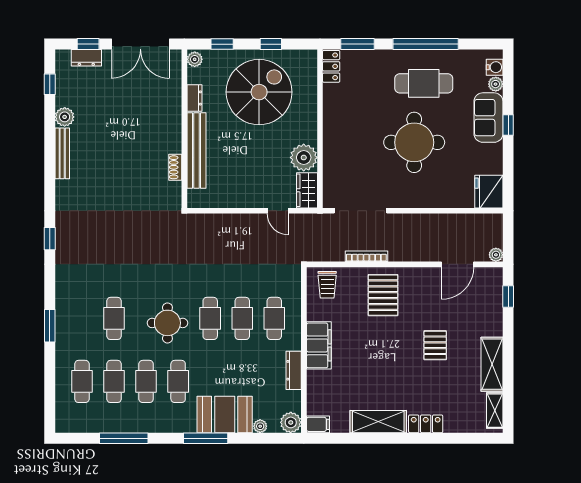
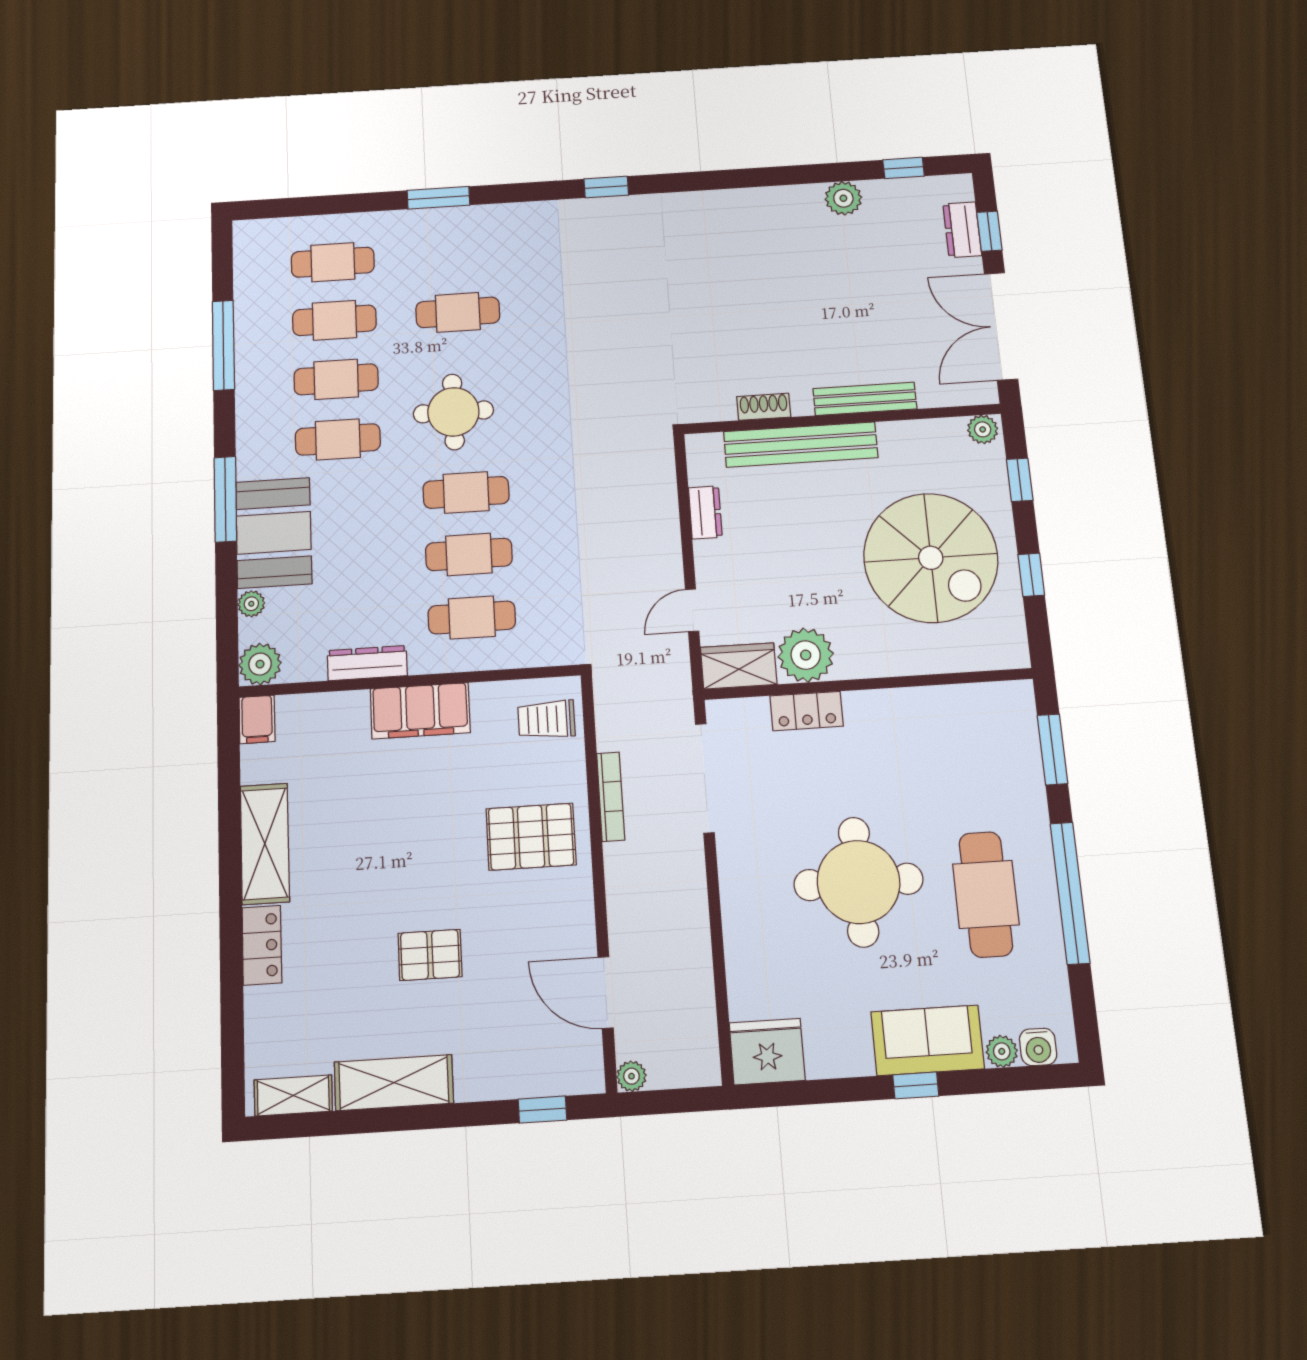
locker: (331, 66) -> (807, 711), moved
dresser: (194, 98) -> (705, 512), moved, turned -90
bench: (62, 153) -> (865, 399), moved

